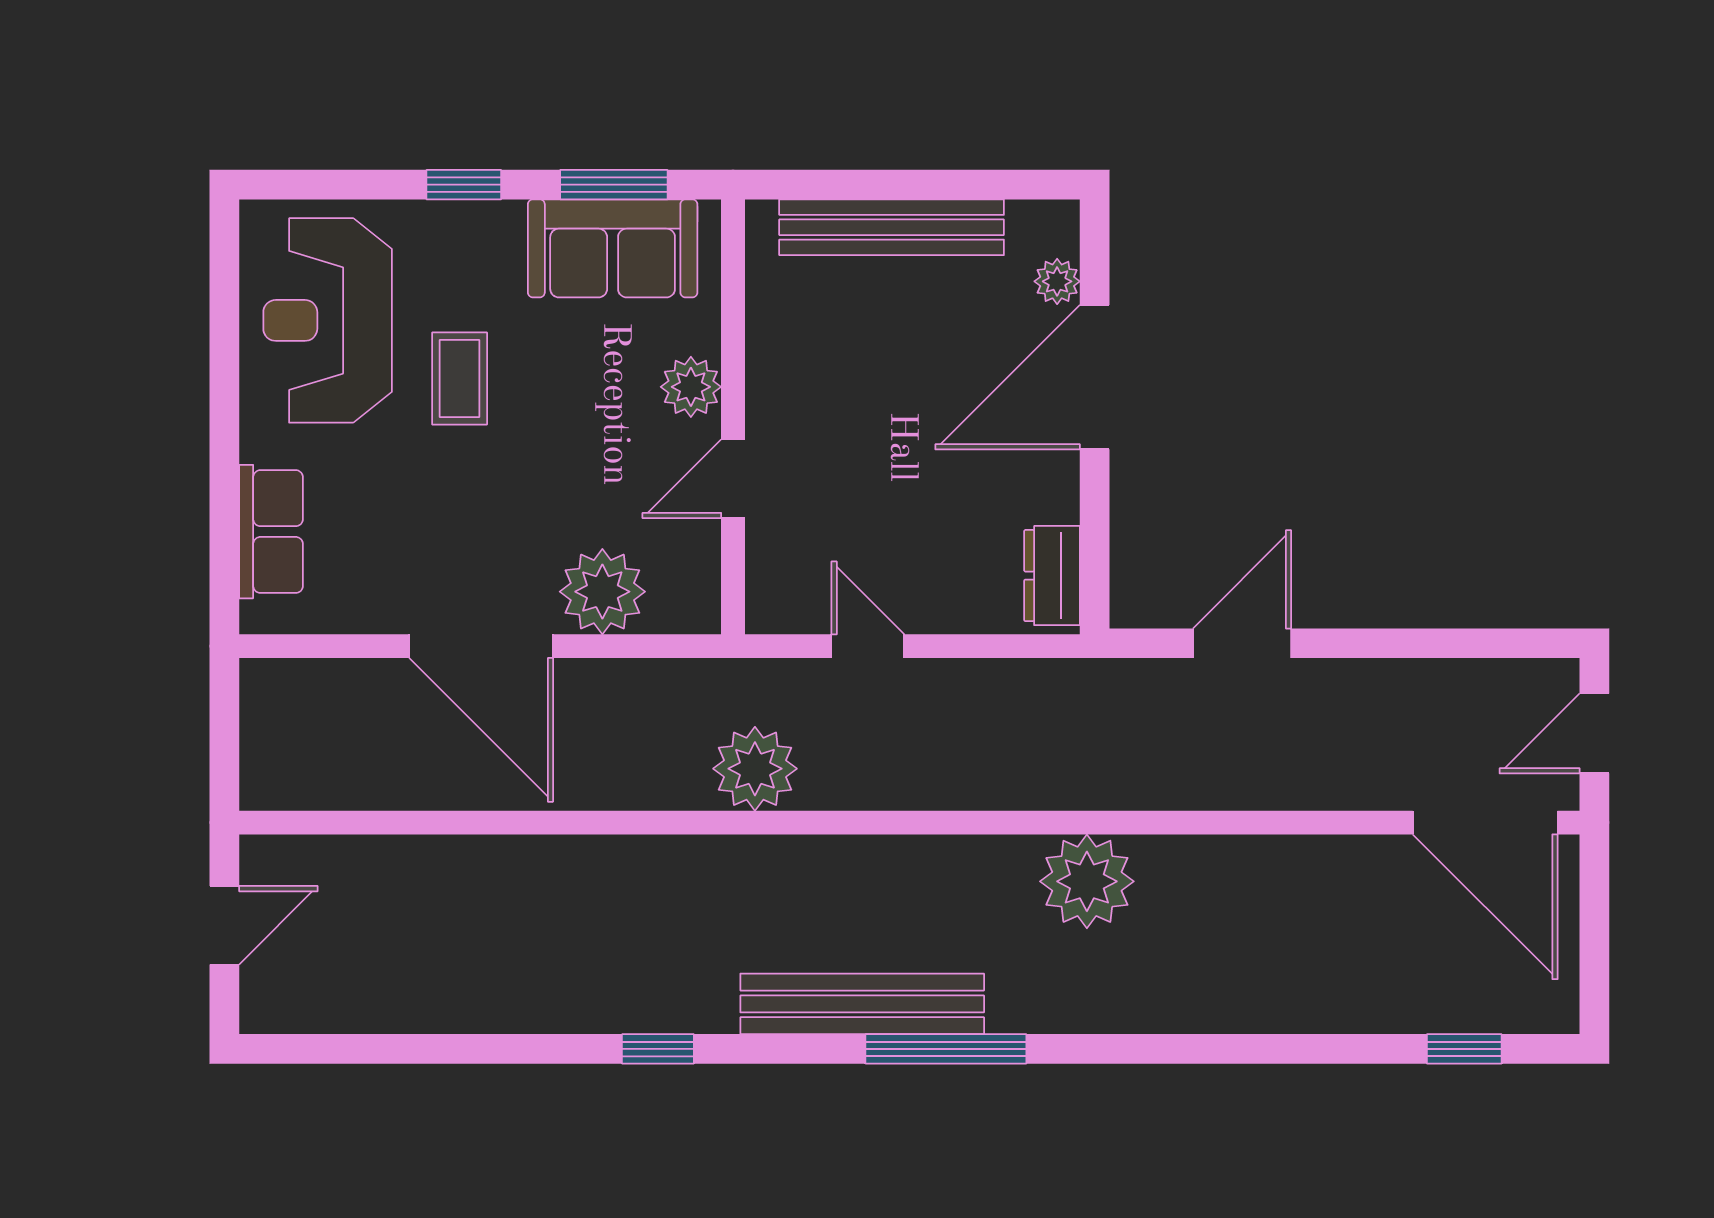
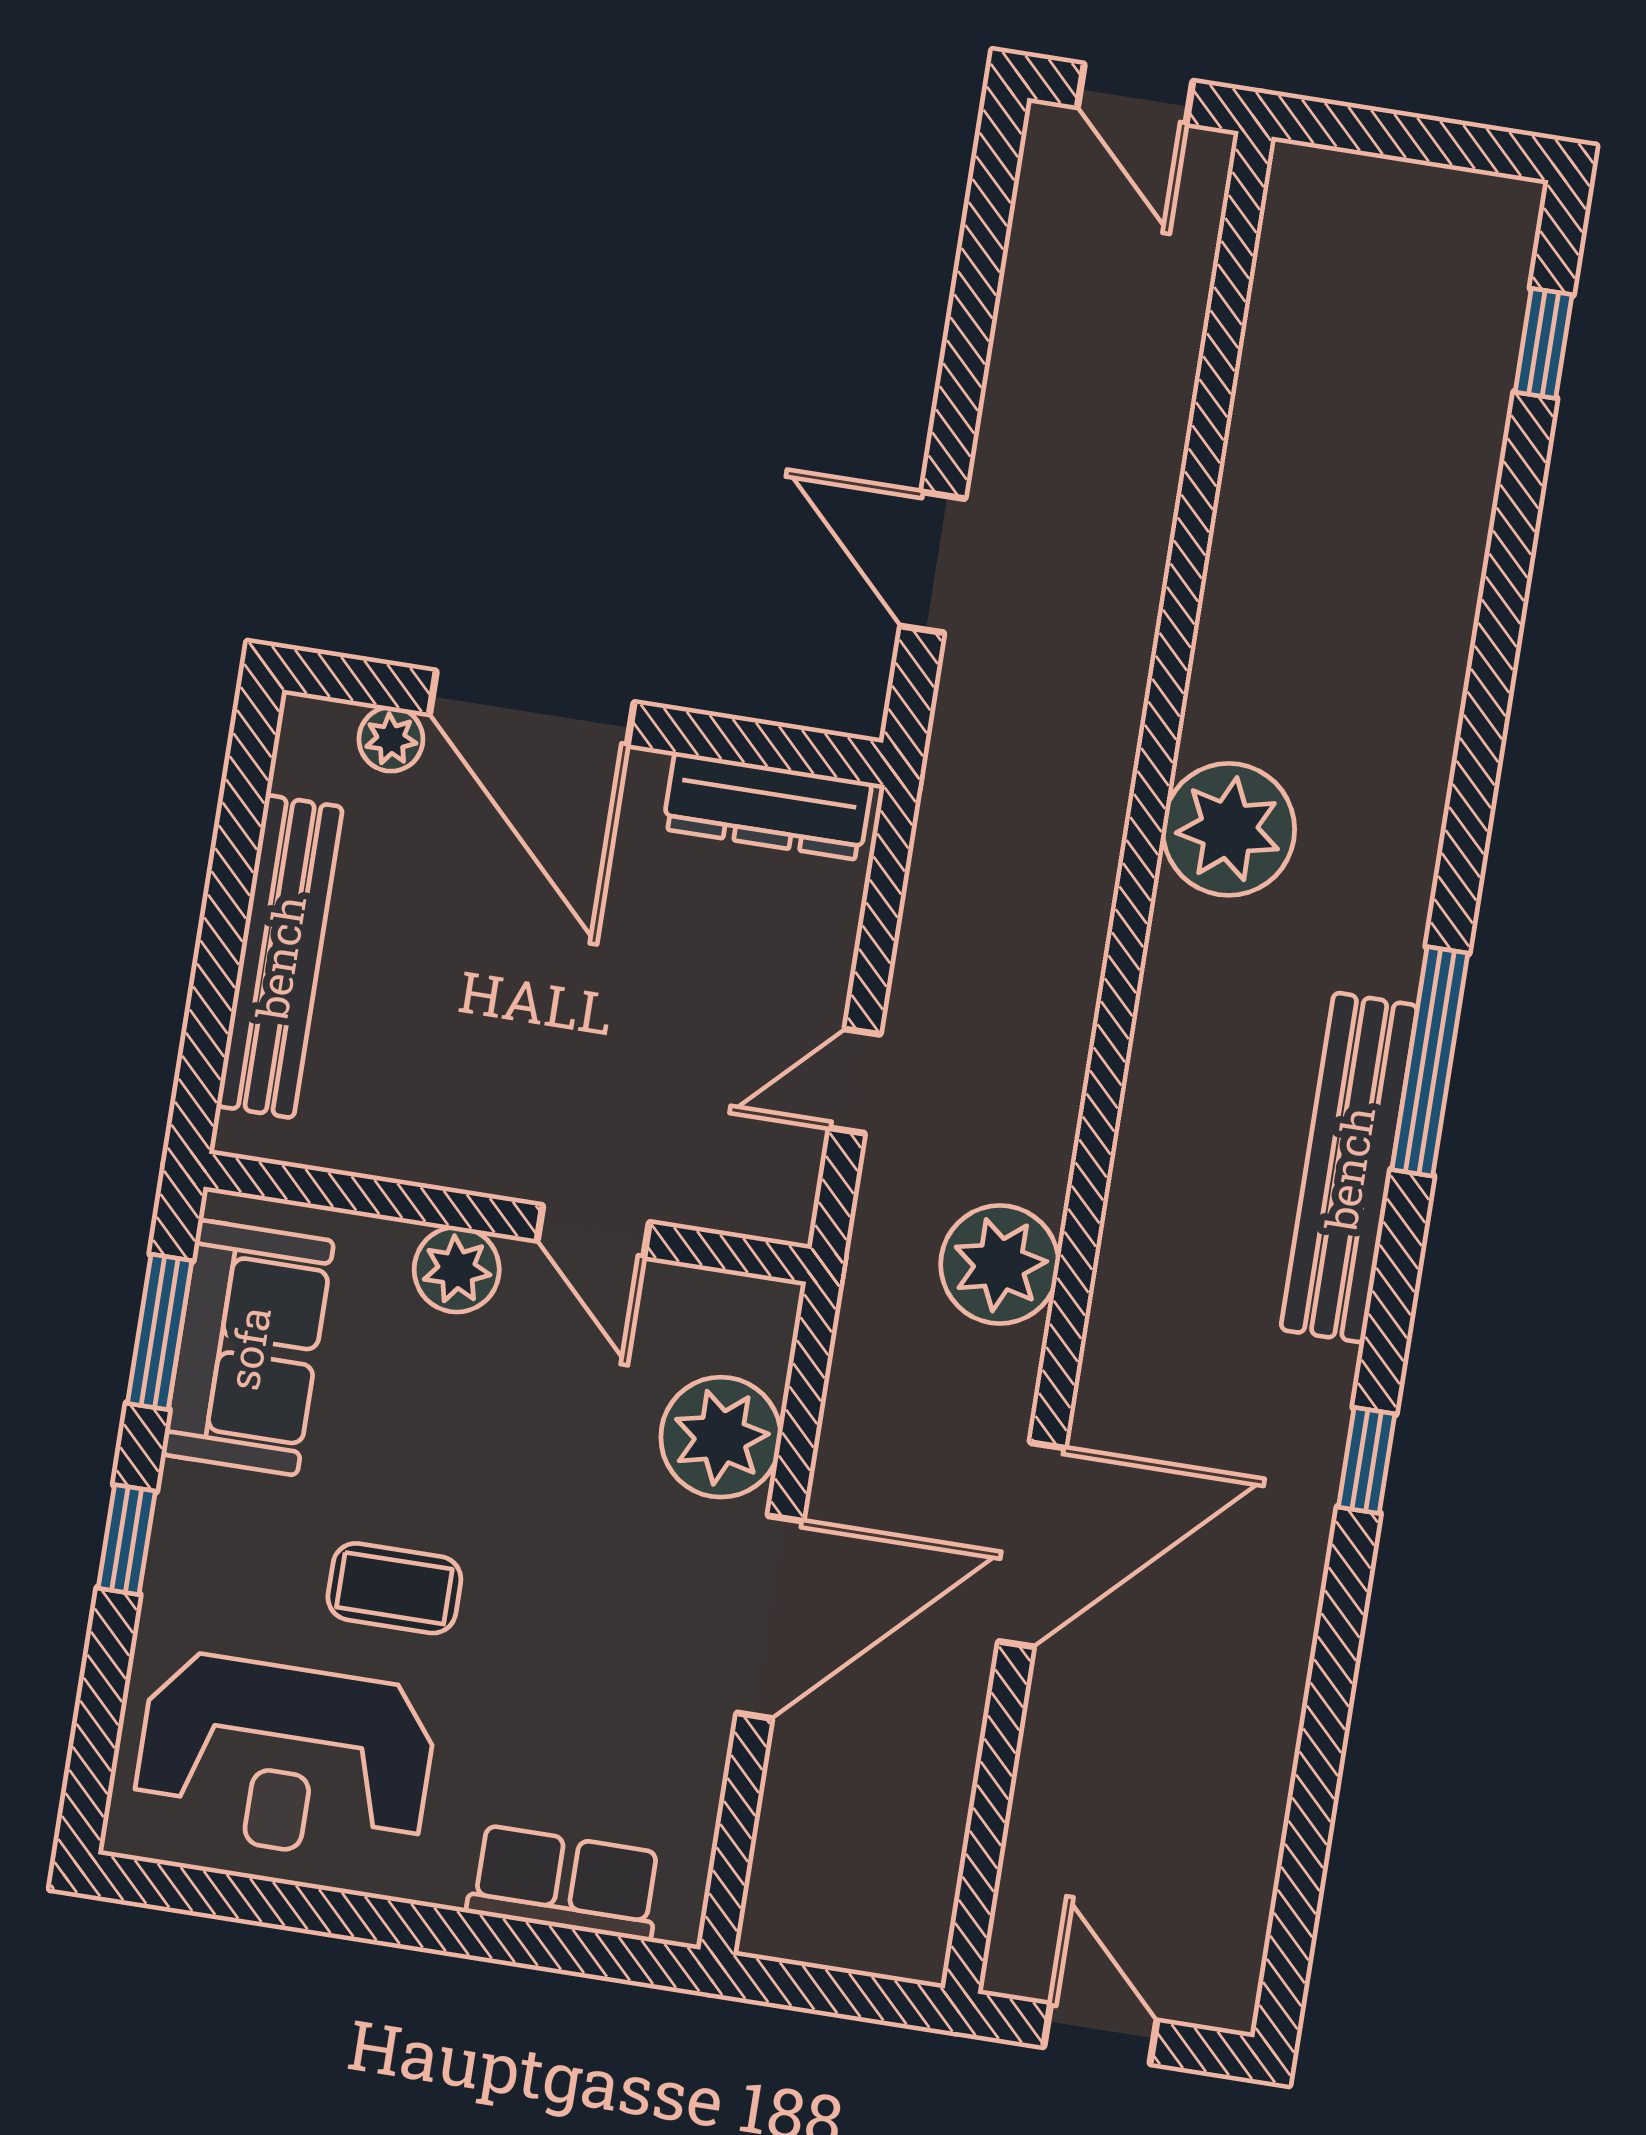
dresser: (1052, 576) -> (767, 806), width x1.44
door: (1485, 823) -> (1032, 1545), moved

